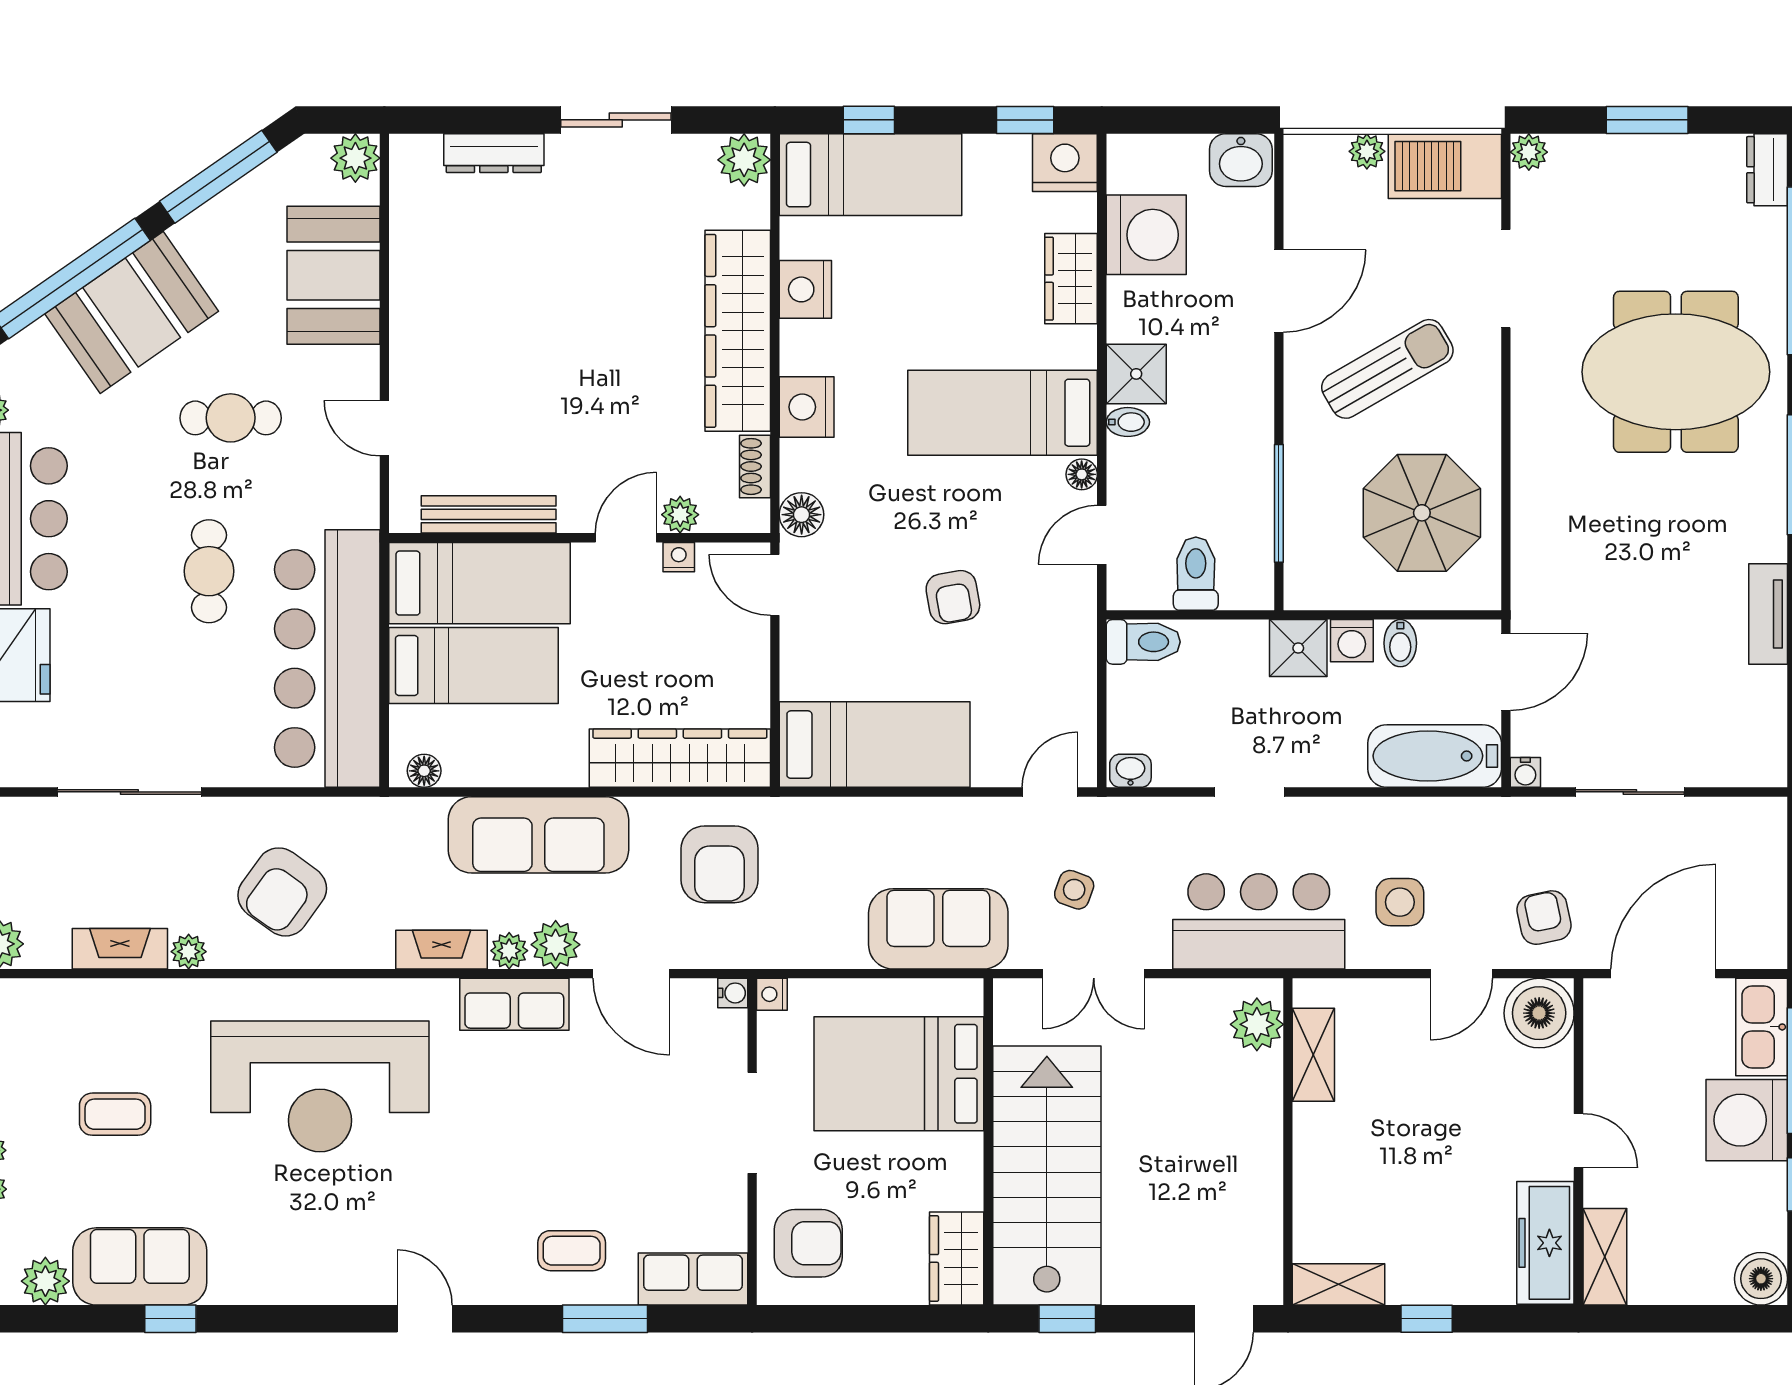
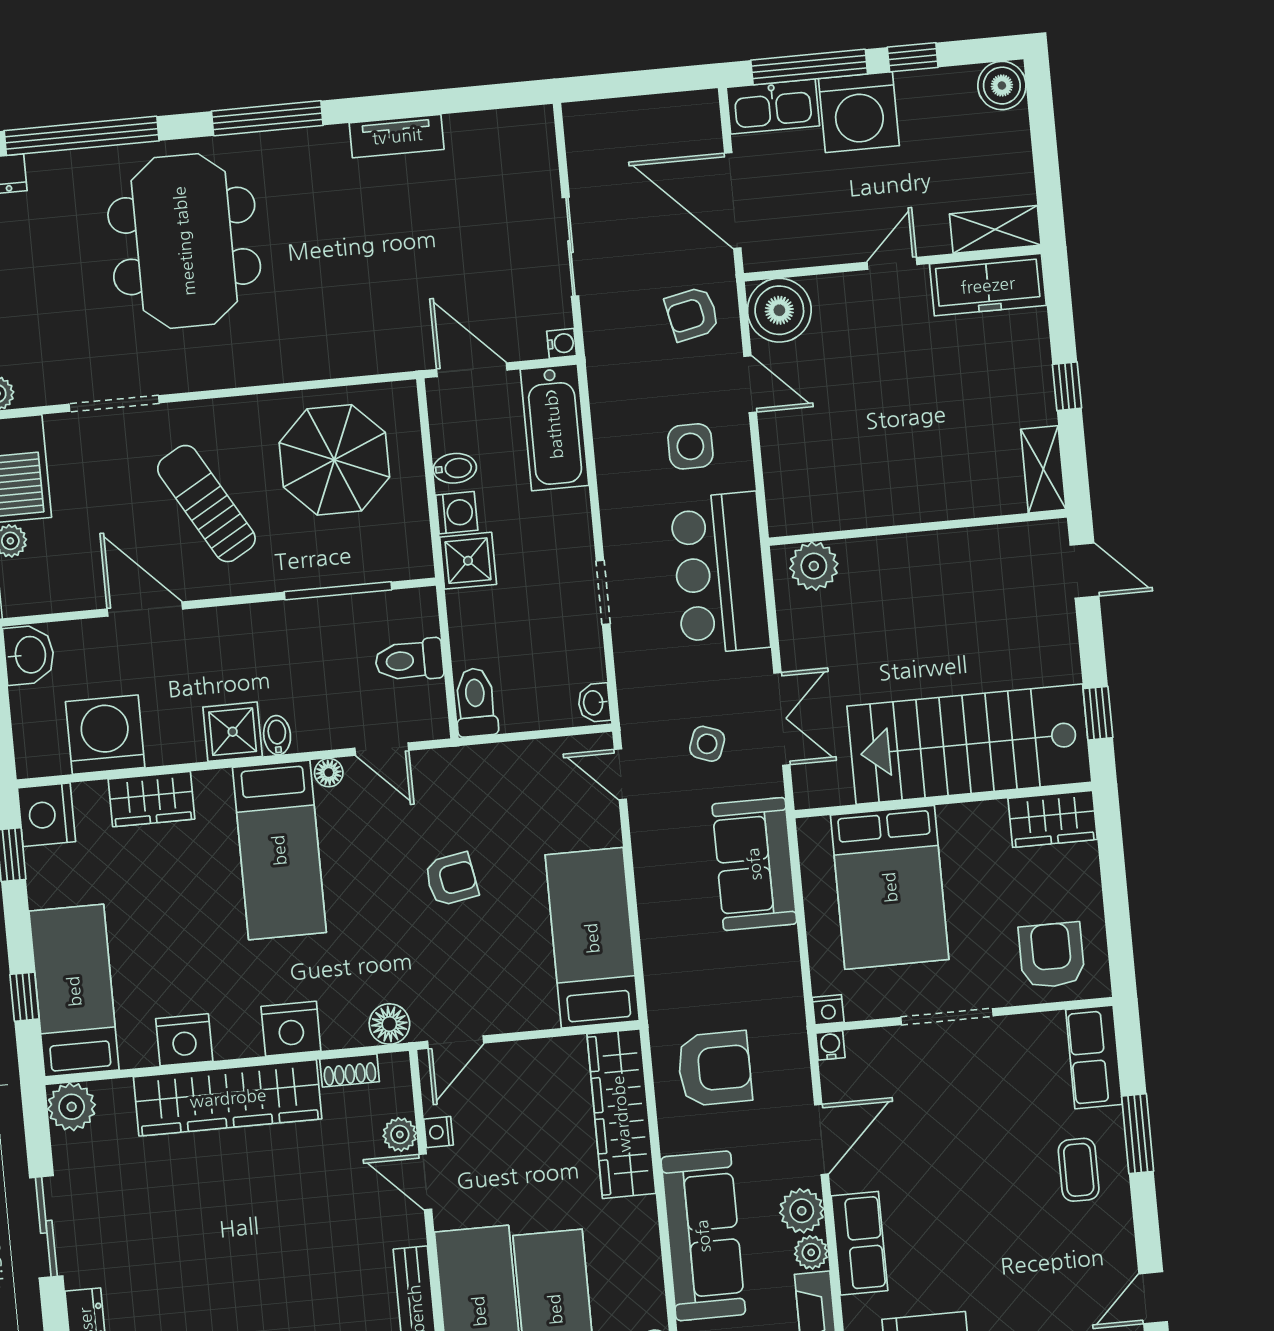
shelving: (1313, 1055) -> (837, 512), removed

